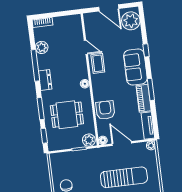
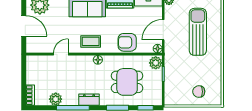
door: (109, 8) -> (24, 26), hinge flipped
coffee table: (98, 63) -> (91, 41), moved
dining table: (67, 115) -> (127, 82), turned 90

